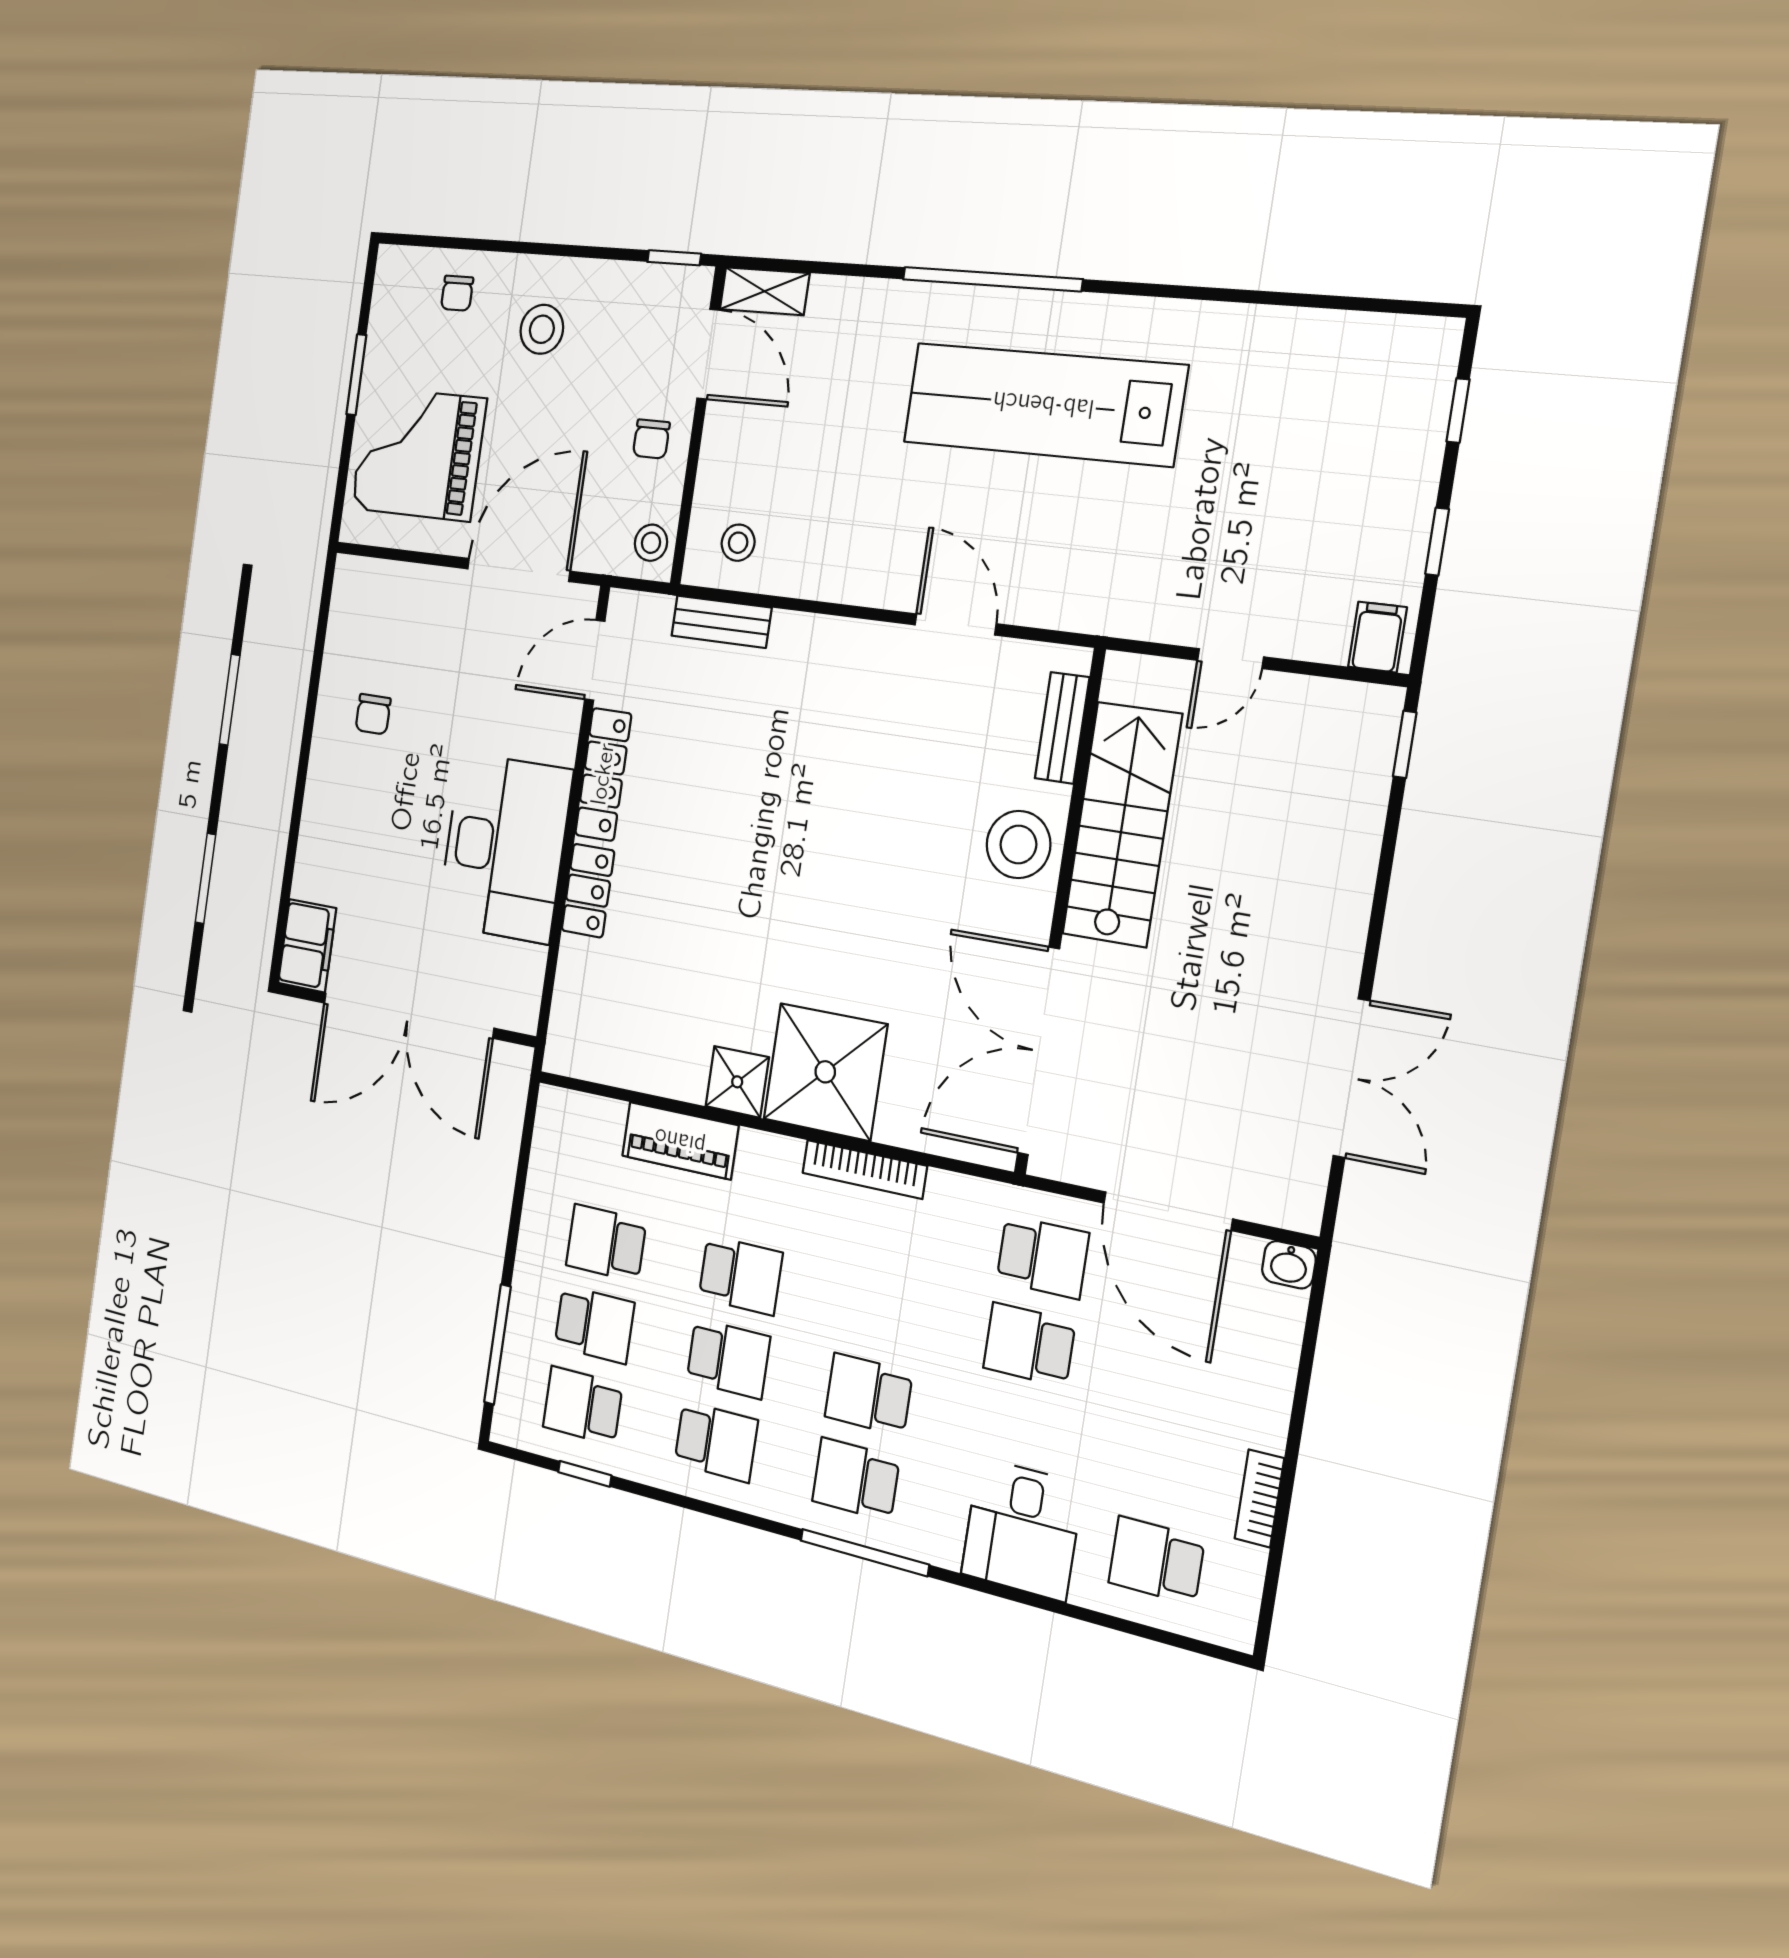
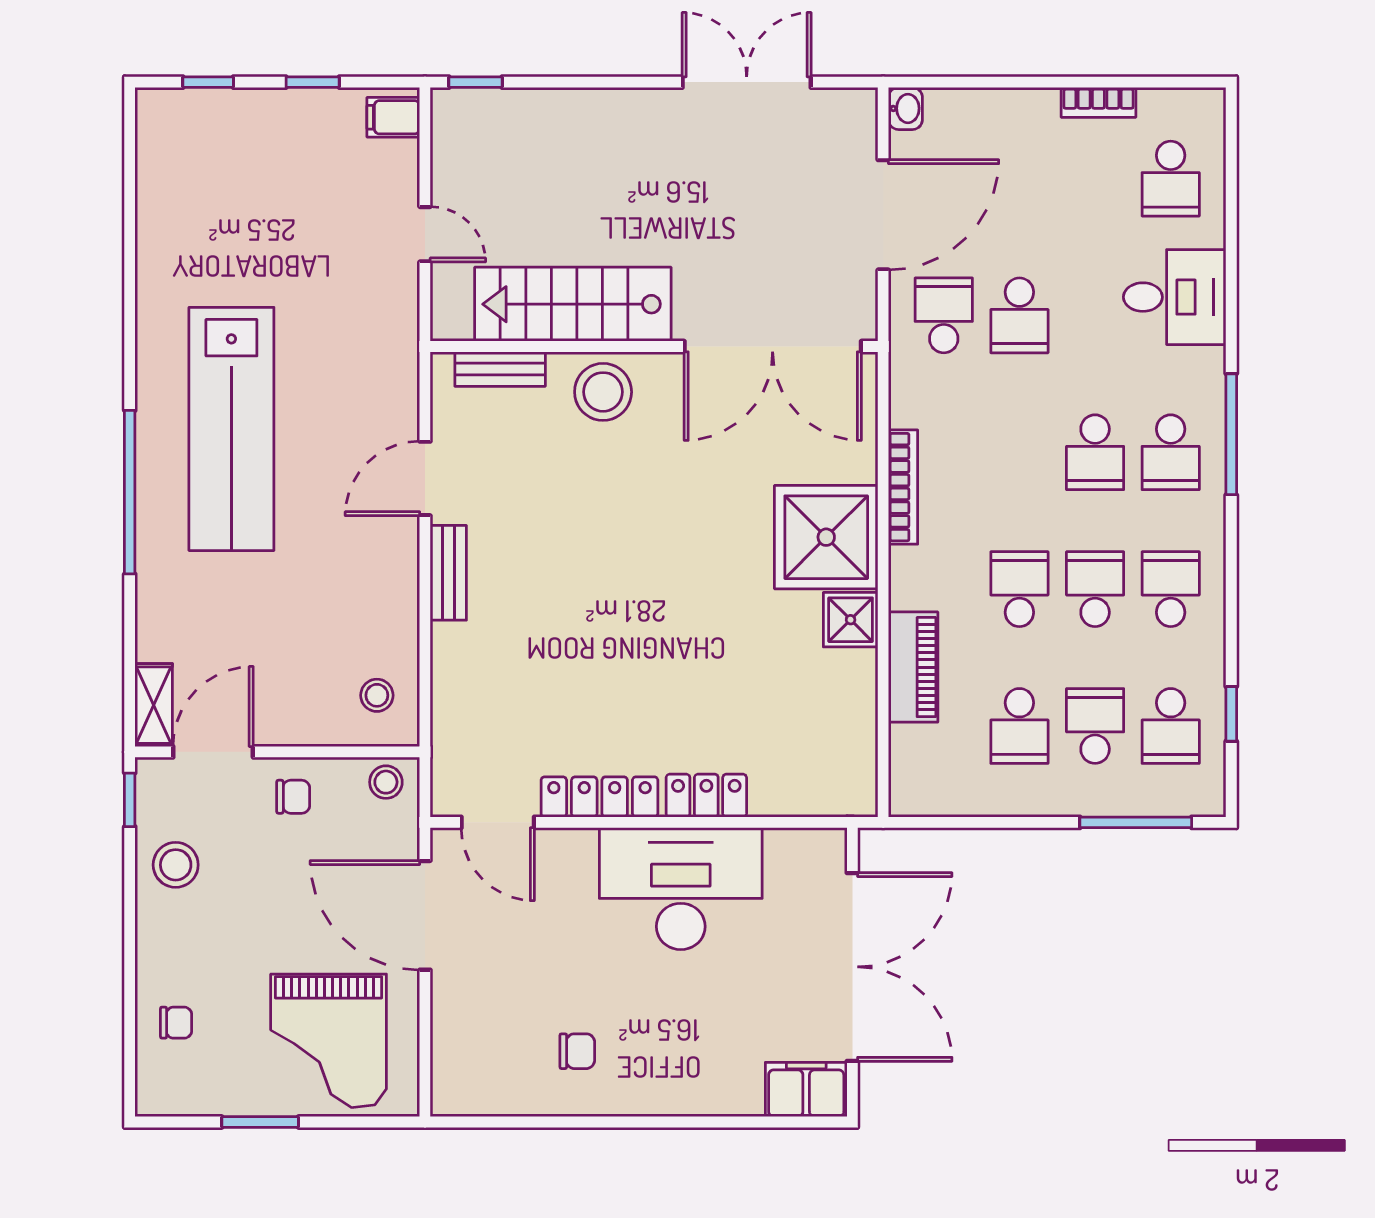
stool: (542, 329) -> (176, 865), moved
bench: (721, 622) -> (448, 573), moved

